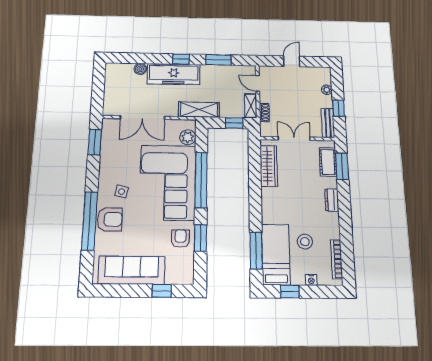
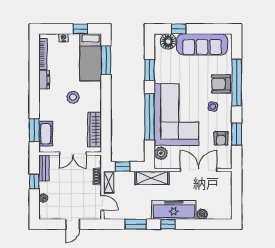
window: (95, 142) -> (237, 134), moved
dresser: (332, 200) -> (44, 80), moved
armchair: (180, 238) -> (221, 138), moved
stool: (305, 242) -> (73, 97), moved
floor lamp: (176, 274) -> (168, 41), added

